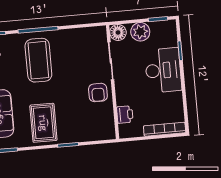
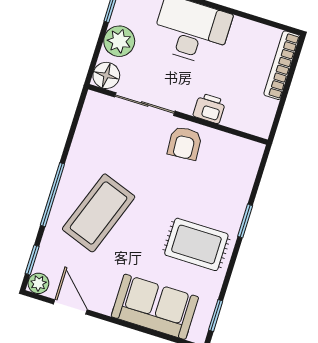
coffee table: (38, 60) -> (99, 213), turned -70
armchair: (98, 93) -> (185, 143), turned 86
printer: (125, 115) -> (209, 108), moved

